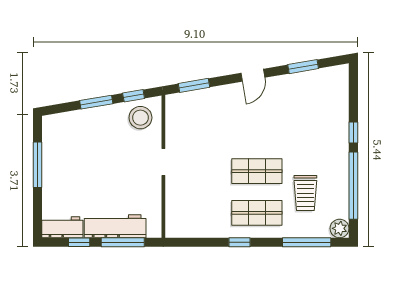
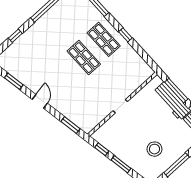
door: (253, 75) -> (40, 101), hinge flipped
stool: (140, 118) -> (154, 149), moved
window: (353, 133) -> (15, 36), moved
trolley: (305, 193) -> (73, 25), removed

